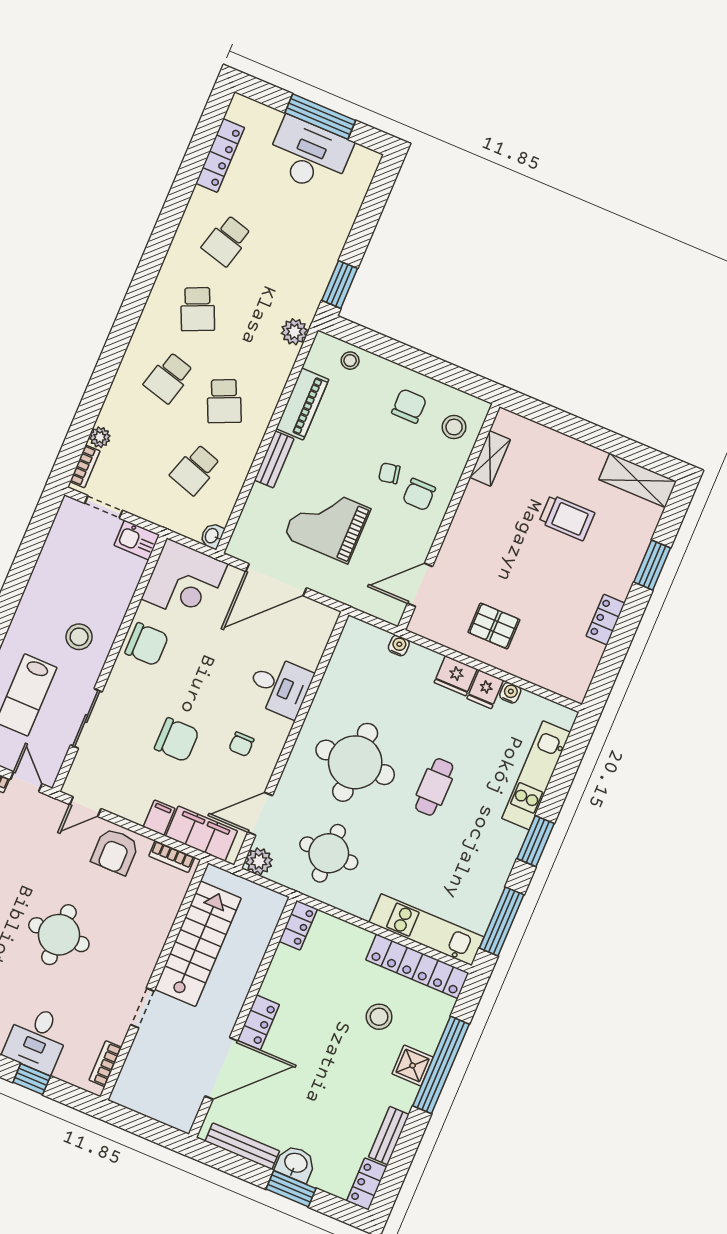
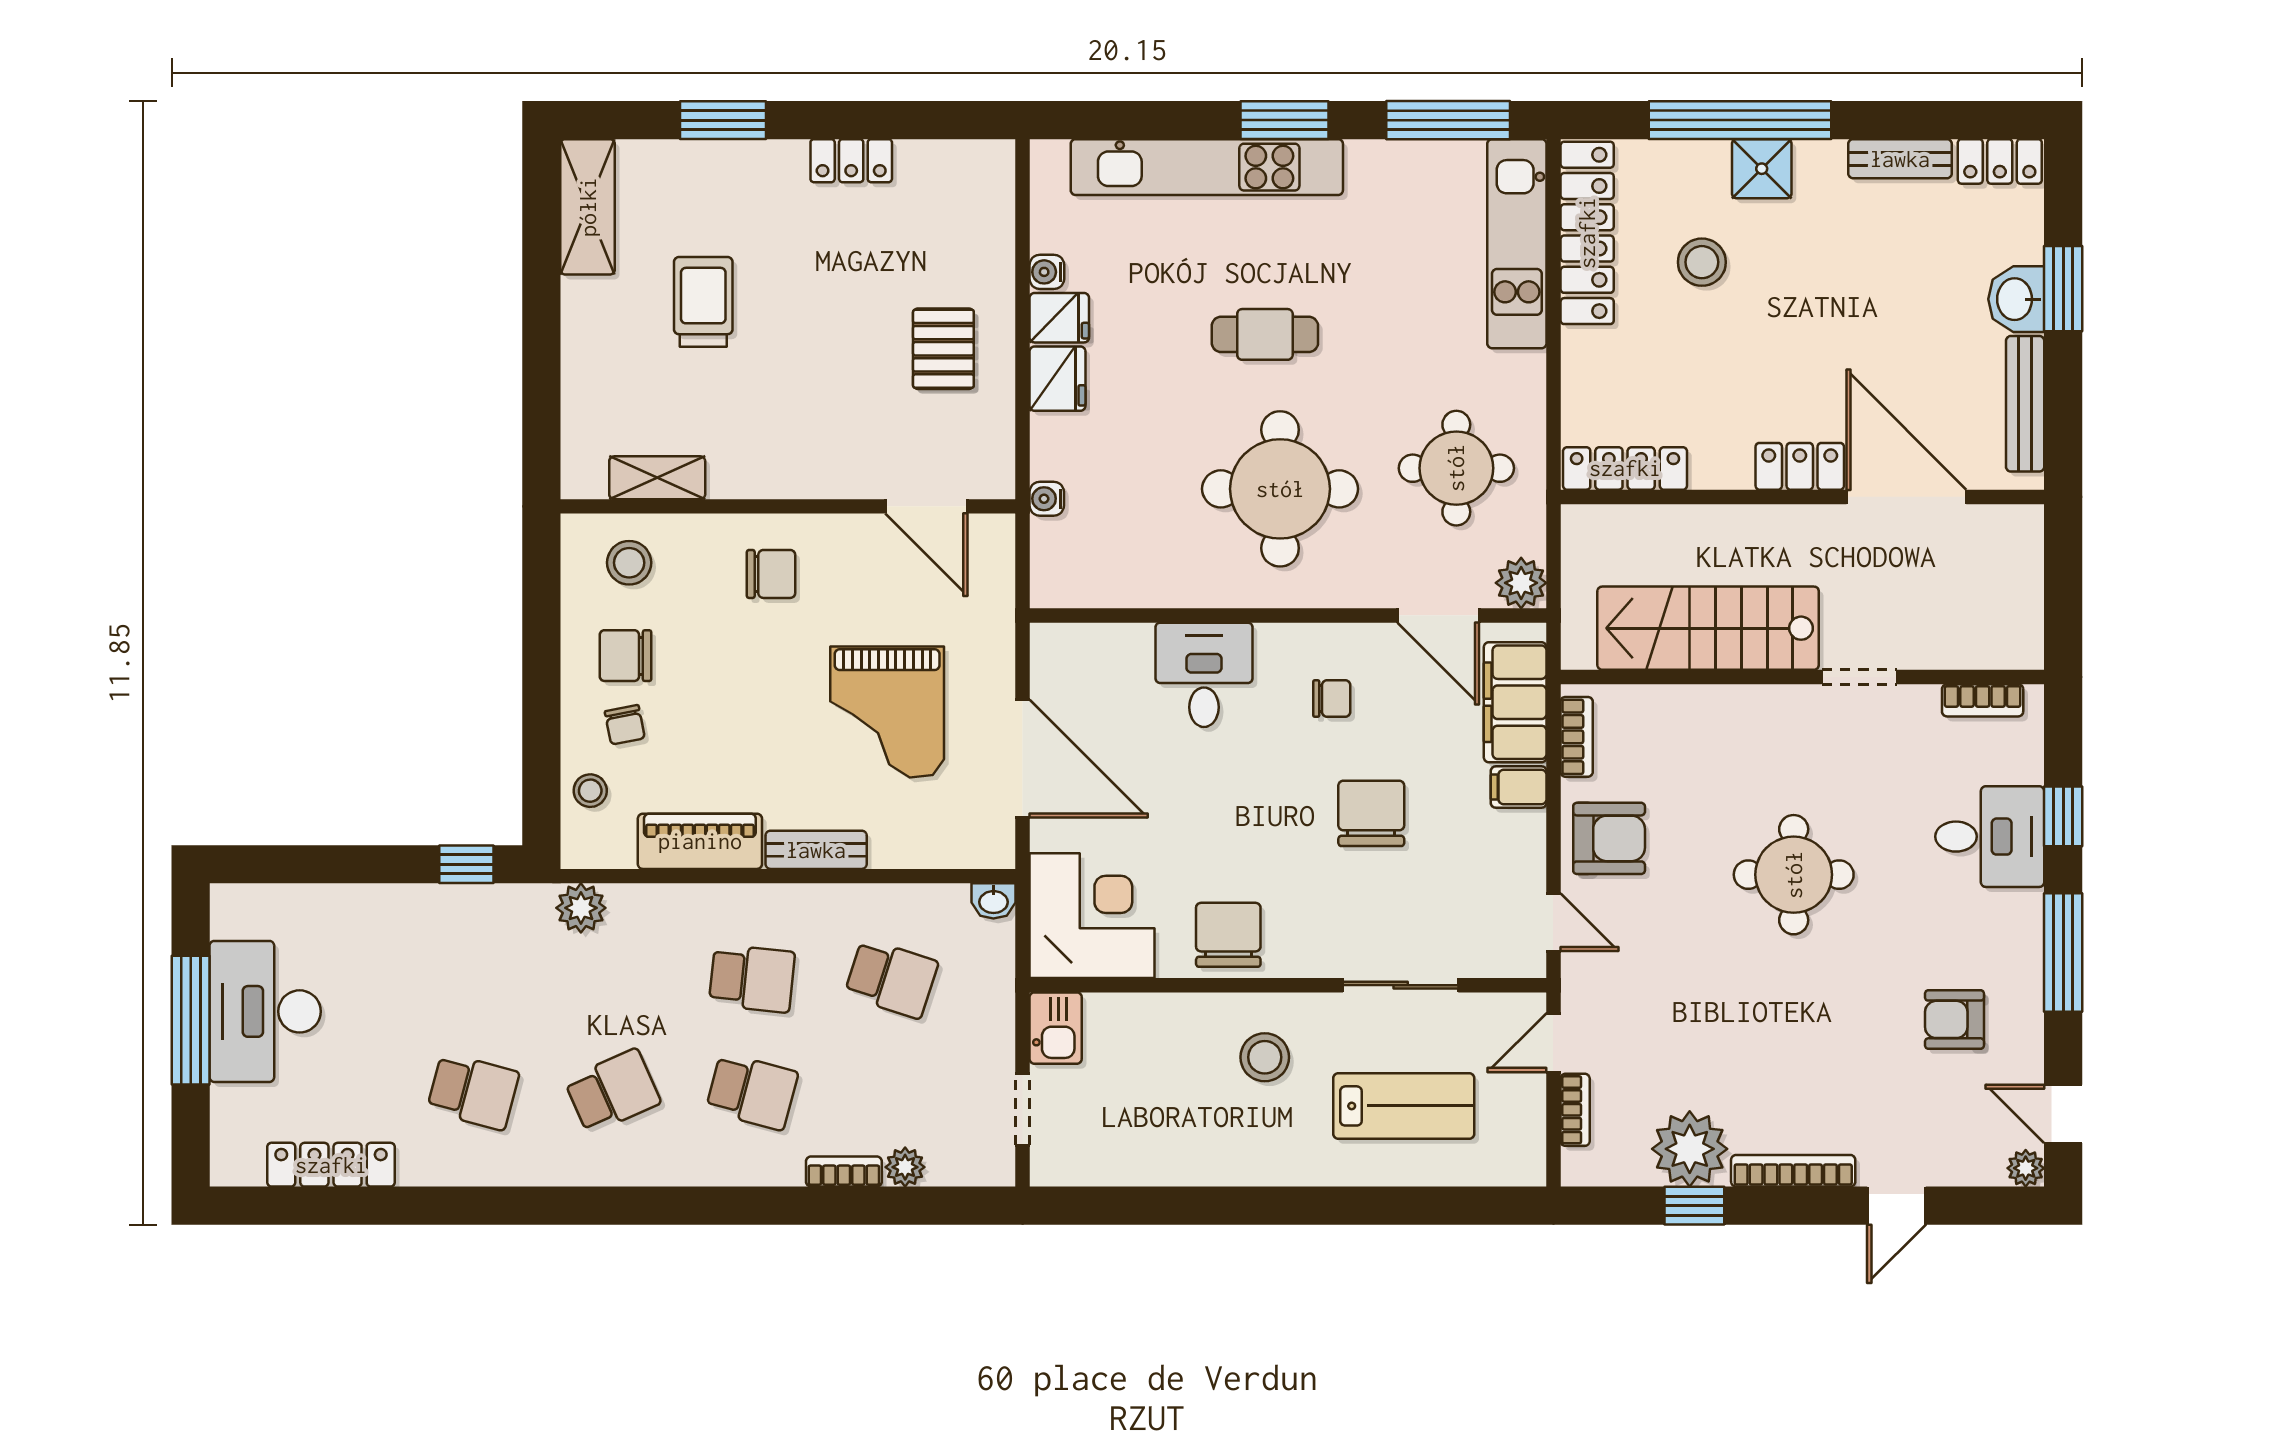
window: (340, 284) -> (466, 864), width x0.67
school desk: (224, 401) -> (752, 978), turned 30
bookcase: (85, 466) -> (844, 1171), moved
chair: (389, 473) -> (625, 725), moved
kitchen unit: (536, 775) -> (1207, 167), width x1.36
locker: (298, 925) -> (1625, 468), width x1.53

